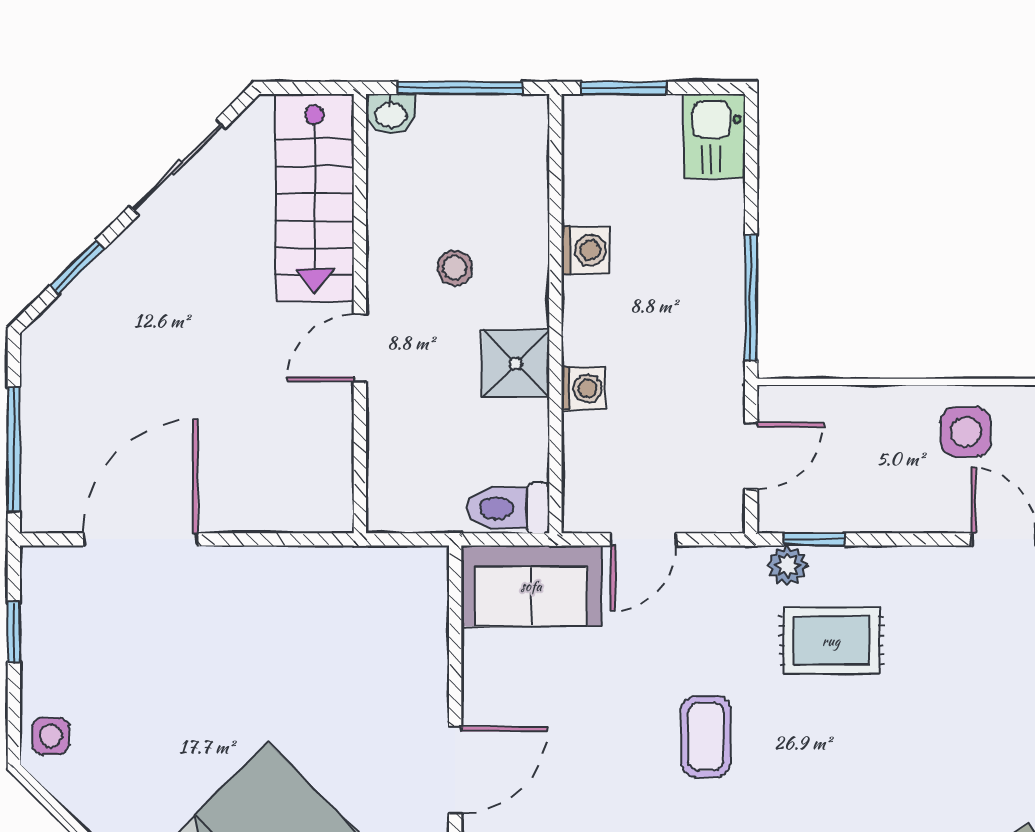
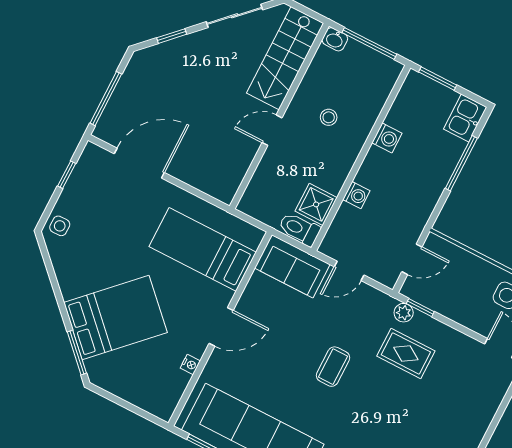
window: (751, 298) -> (461, 163), moved
shower: (516, 364) -> (316, 204), moved
bed: (345, 641) -> (203, 249), added

